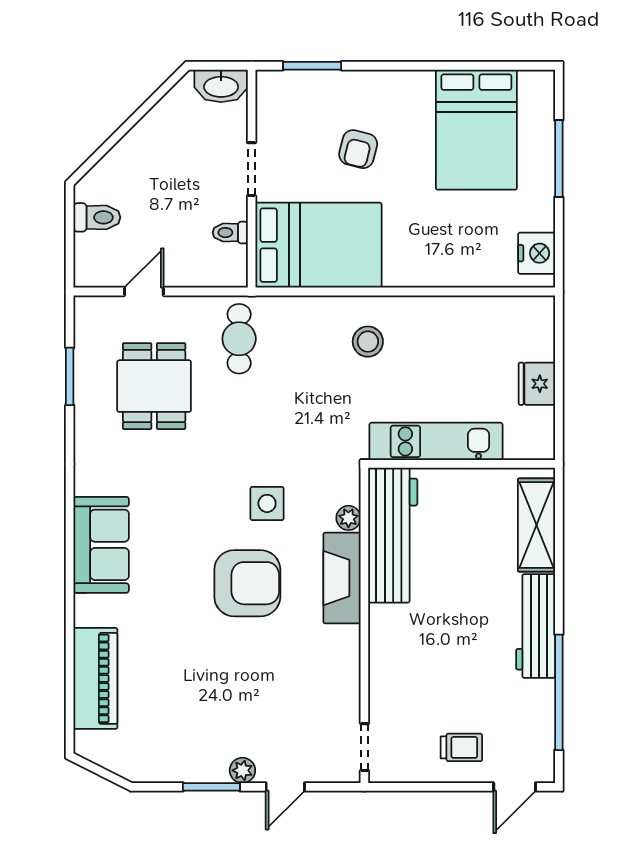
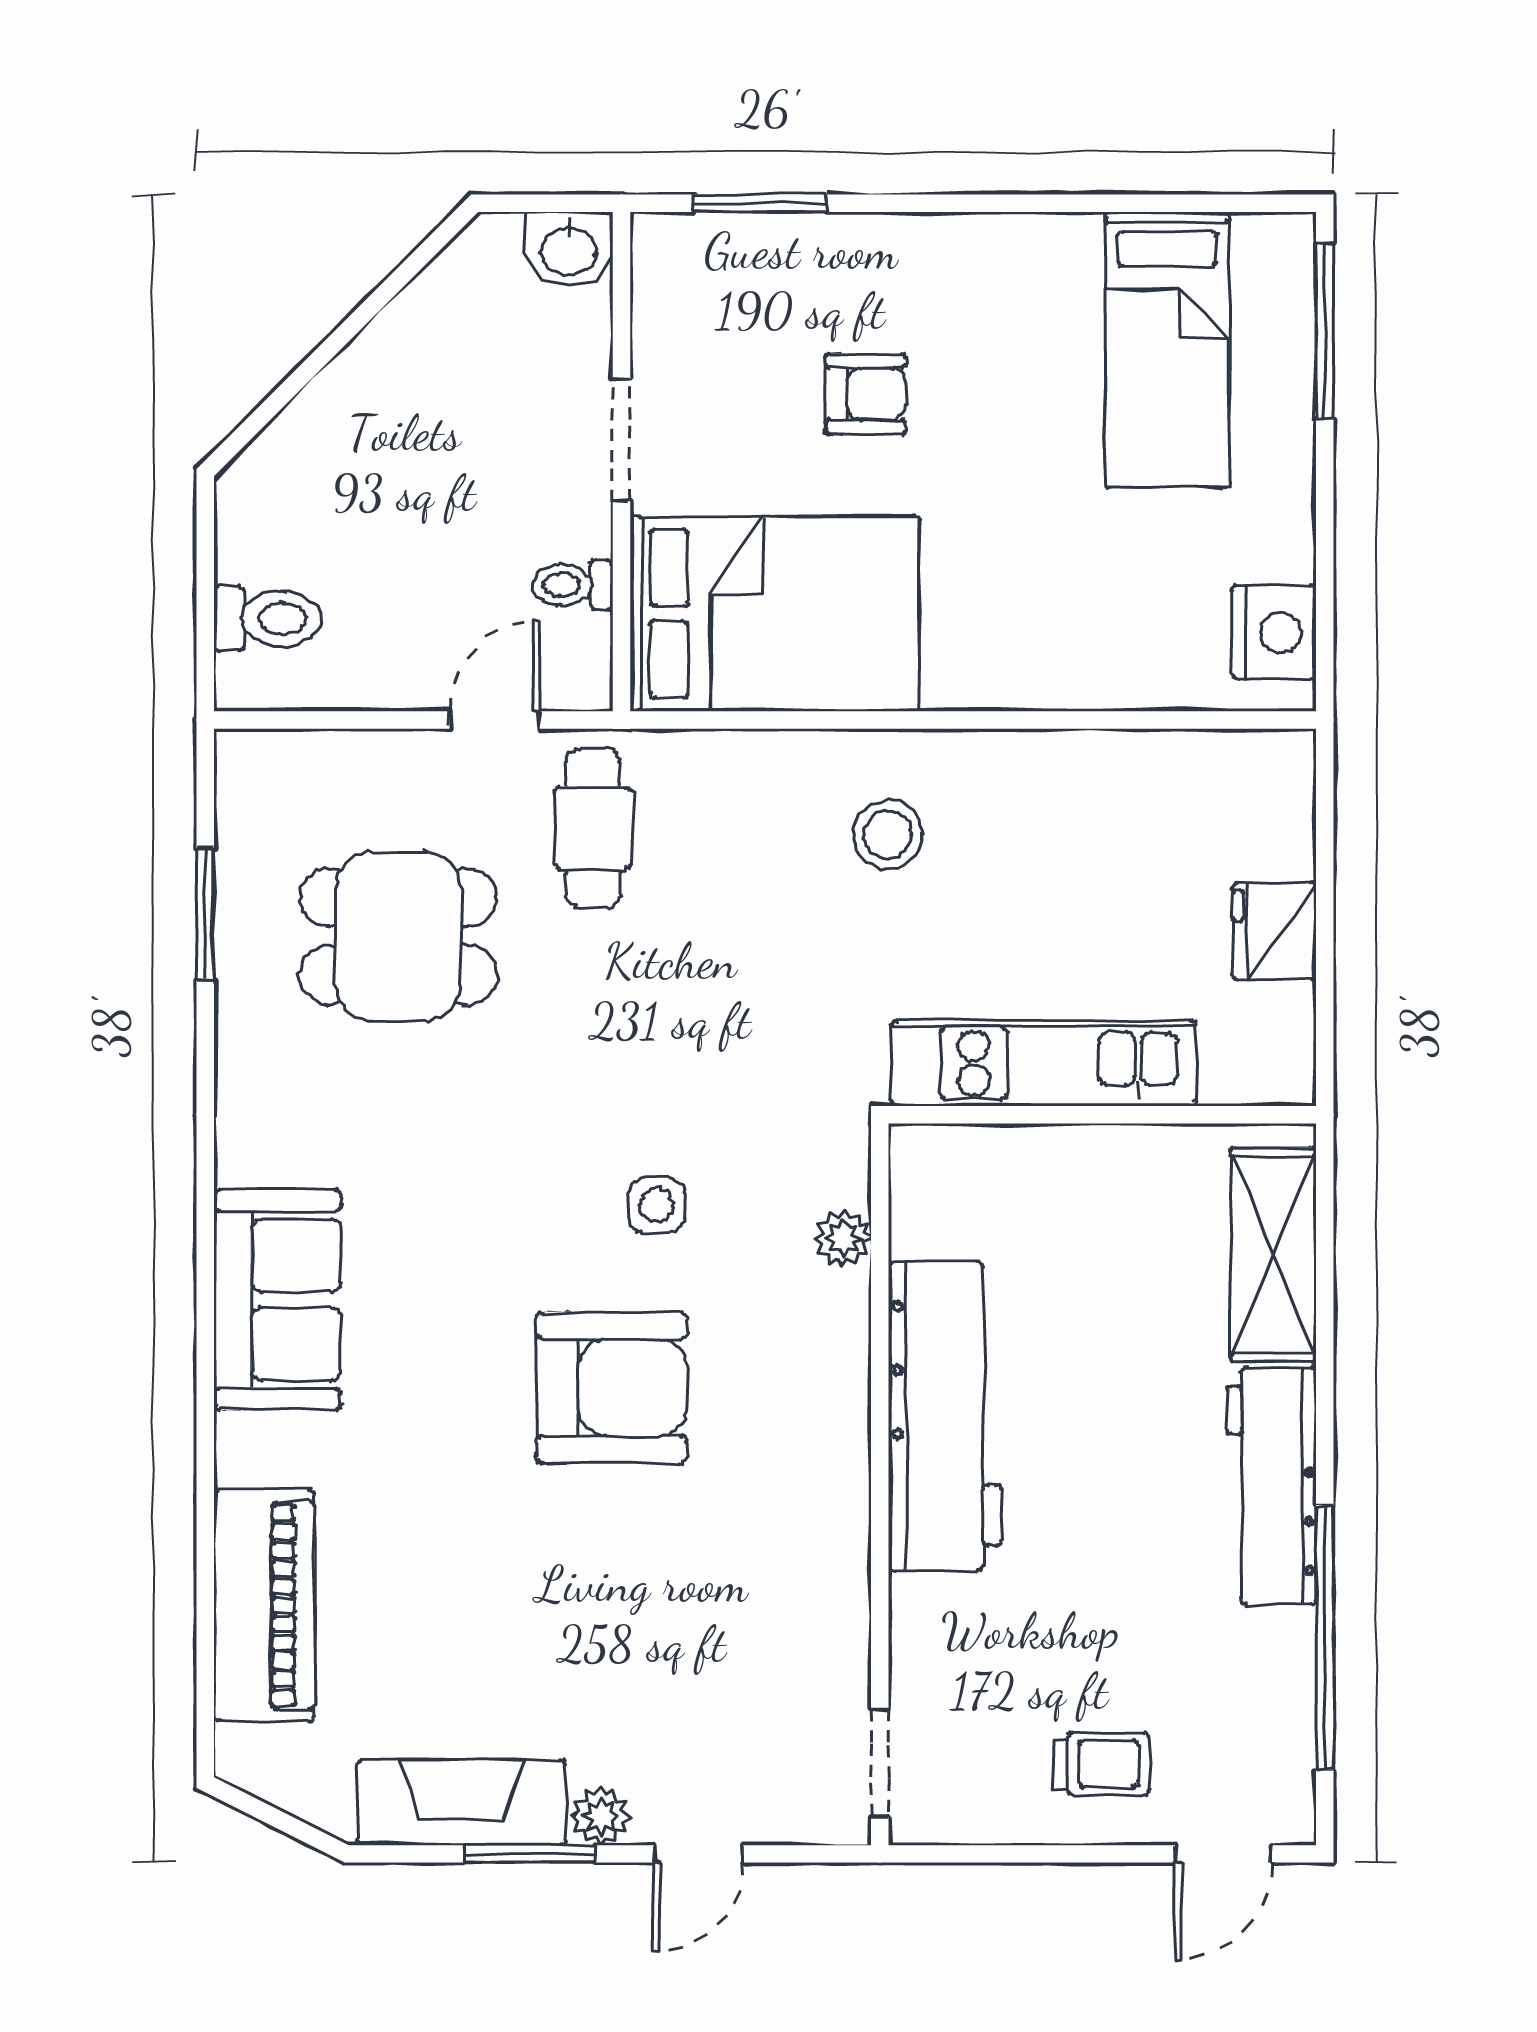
washbasin: (221, 86) -> (569, 249), width x0.72
bed: (476, 130) -> (1167, 349), width x0.67
armchair: (358, 149) -> (865, 394), turned -104
window: (559, 159) -> (1325, 331), moved
toilet: (97, 217) -> (267, 618), moved
door: (144, 291) -> (495, 720), moved
dining table: (154, 386) -> (398, 936), turned 90
side table: (267, 503) -> (657, 1205), width x0.73, depth x0.73
workbench: (393, 535) -> (945, 1416), moved
fireplace: (342, 578) -> (462, 1803), moved, turned 90

